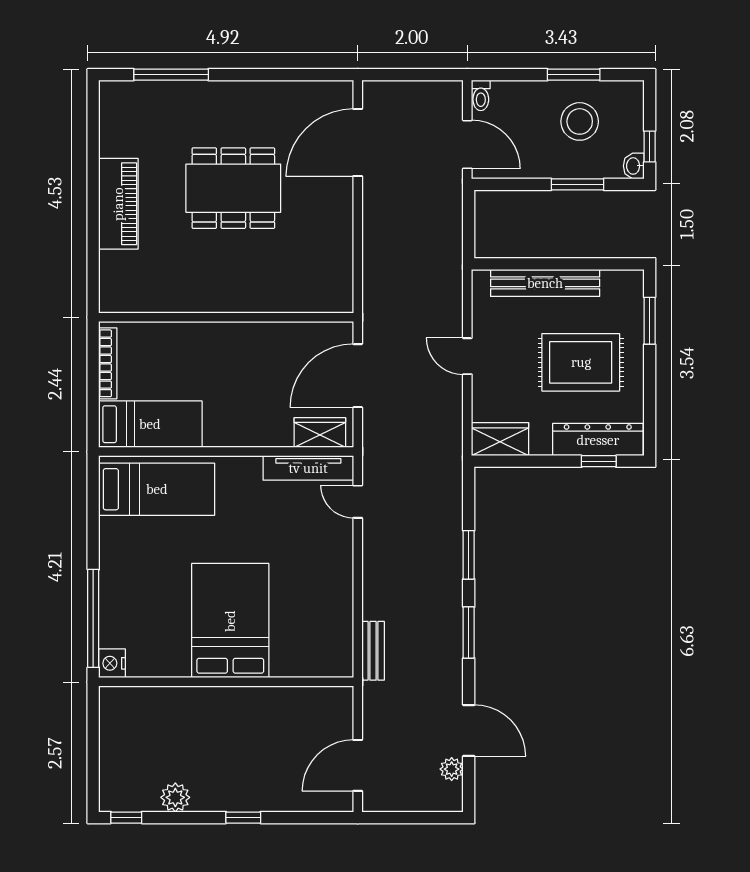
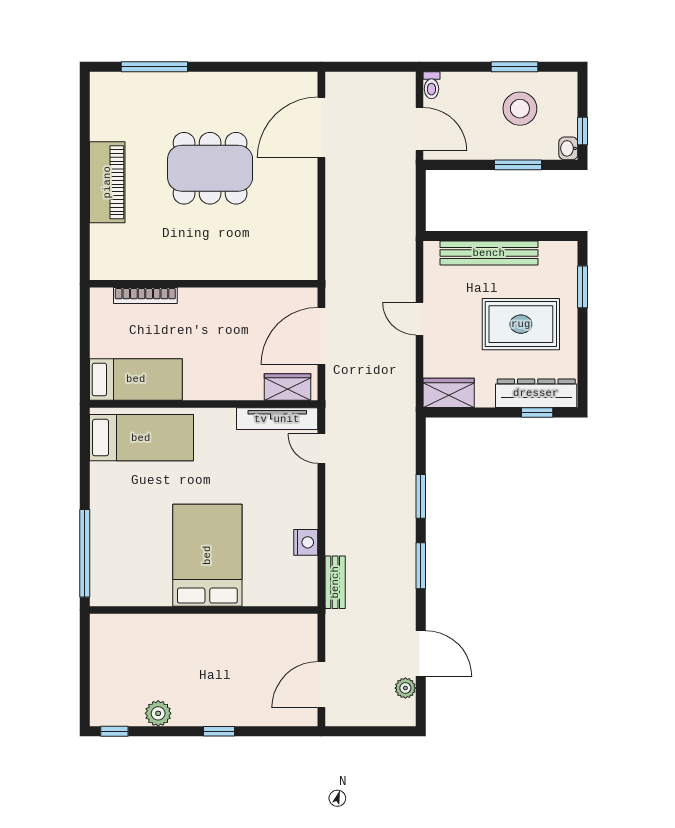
bookcase: (108, 363) -> (145, 296), moved, turned 90
nightstand: (112, 663) -> (306, 542), moved, turned 180

